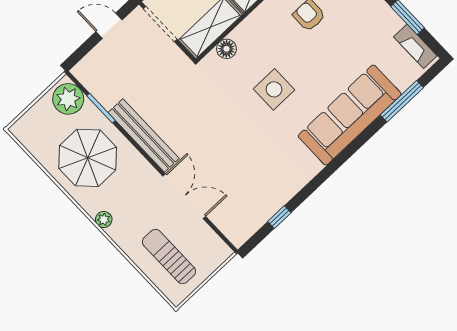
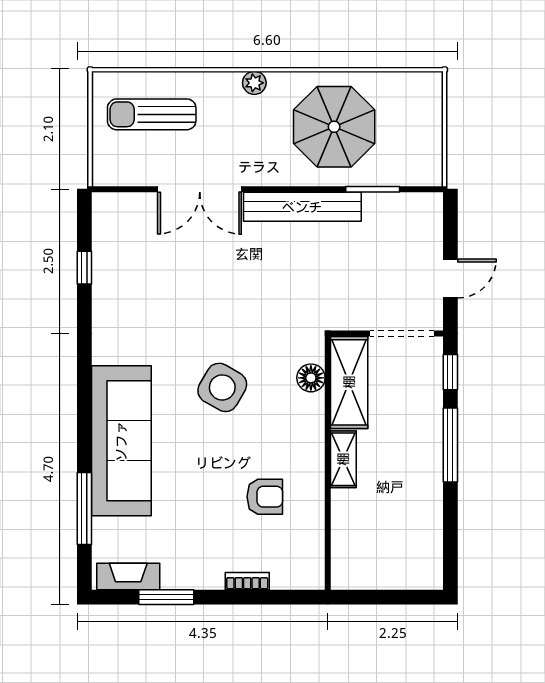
side table: (274, 89) -> (222, 387), turned 30
plant: (68, 99) -> (414, 164), removed
sun lounger: (169, 257) -> (152, 114), turned 180

